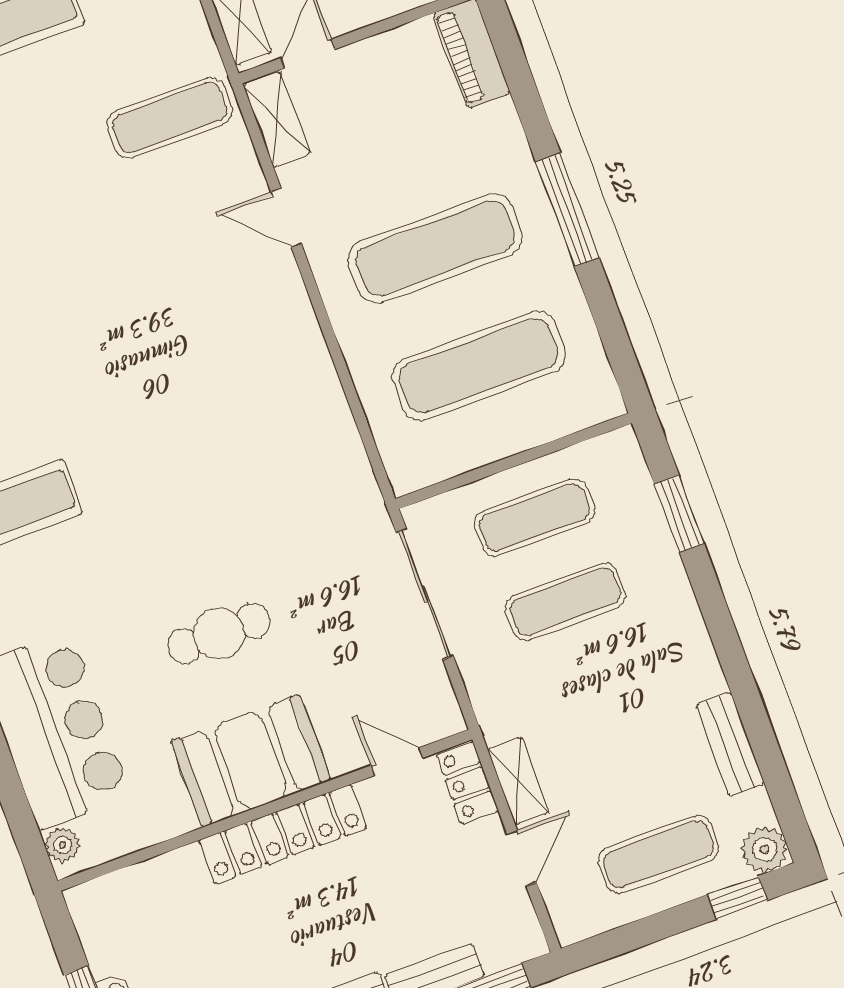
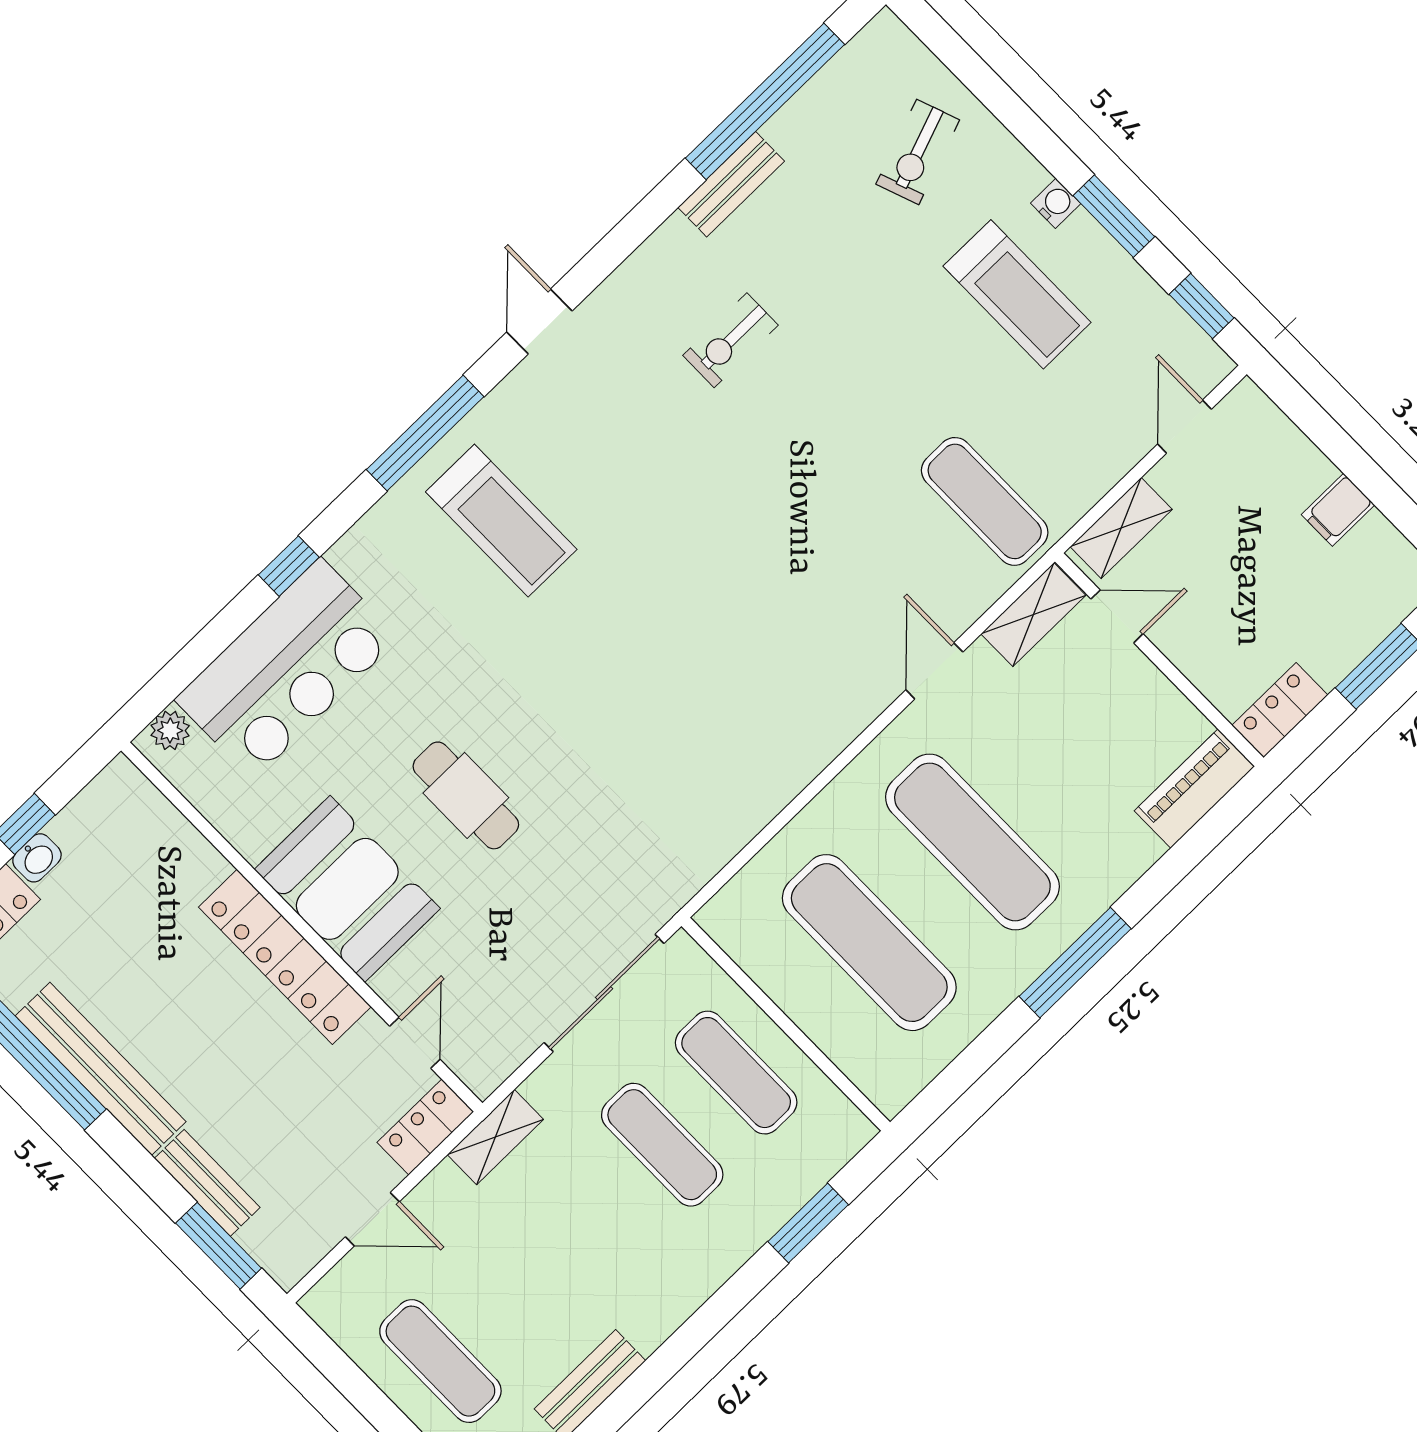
shelving: (518, 781) -> (495, 1137), moved

